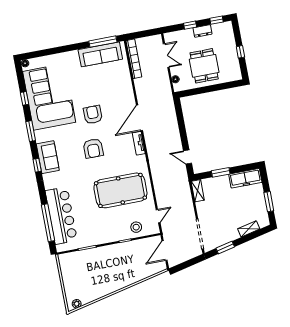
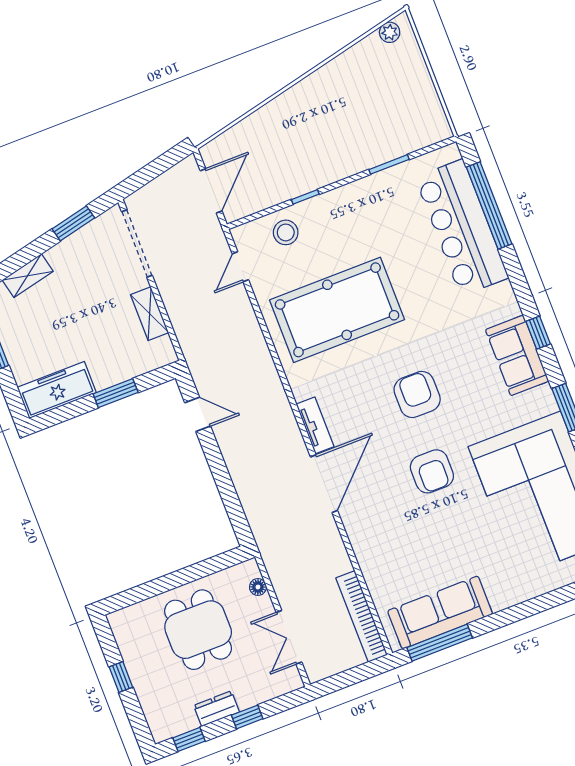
shelving: (198, 191) -> (150, 314), moved

